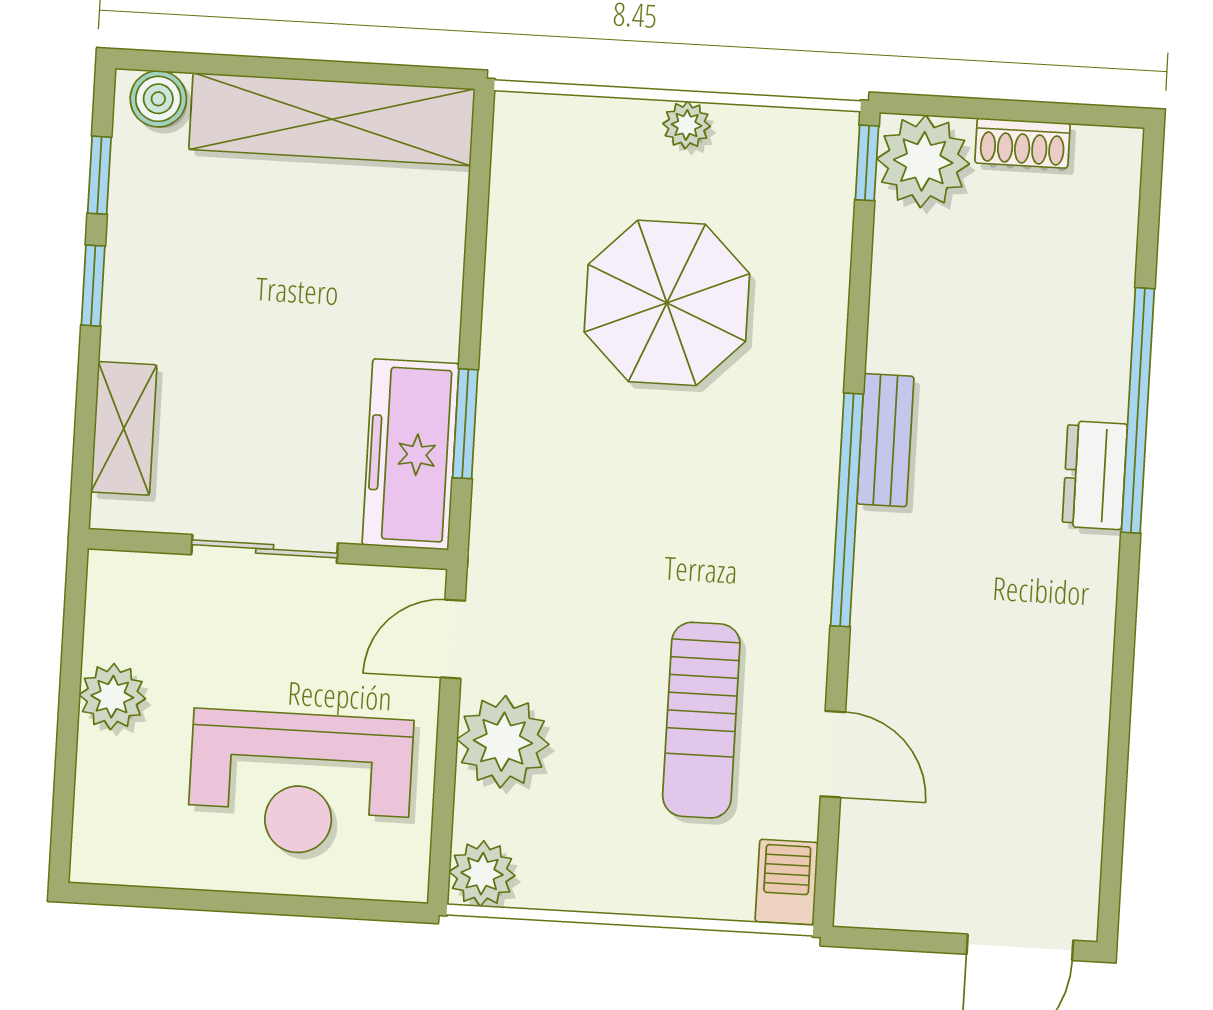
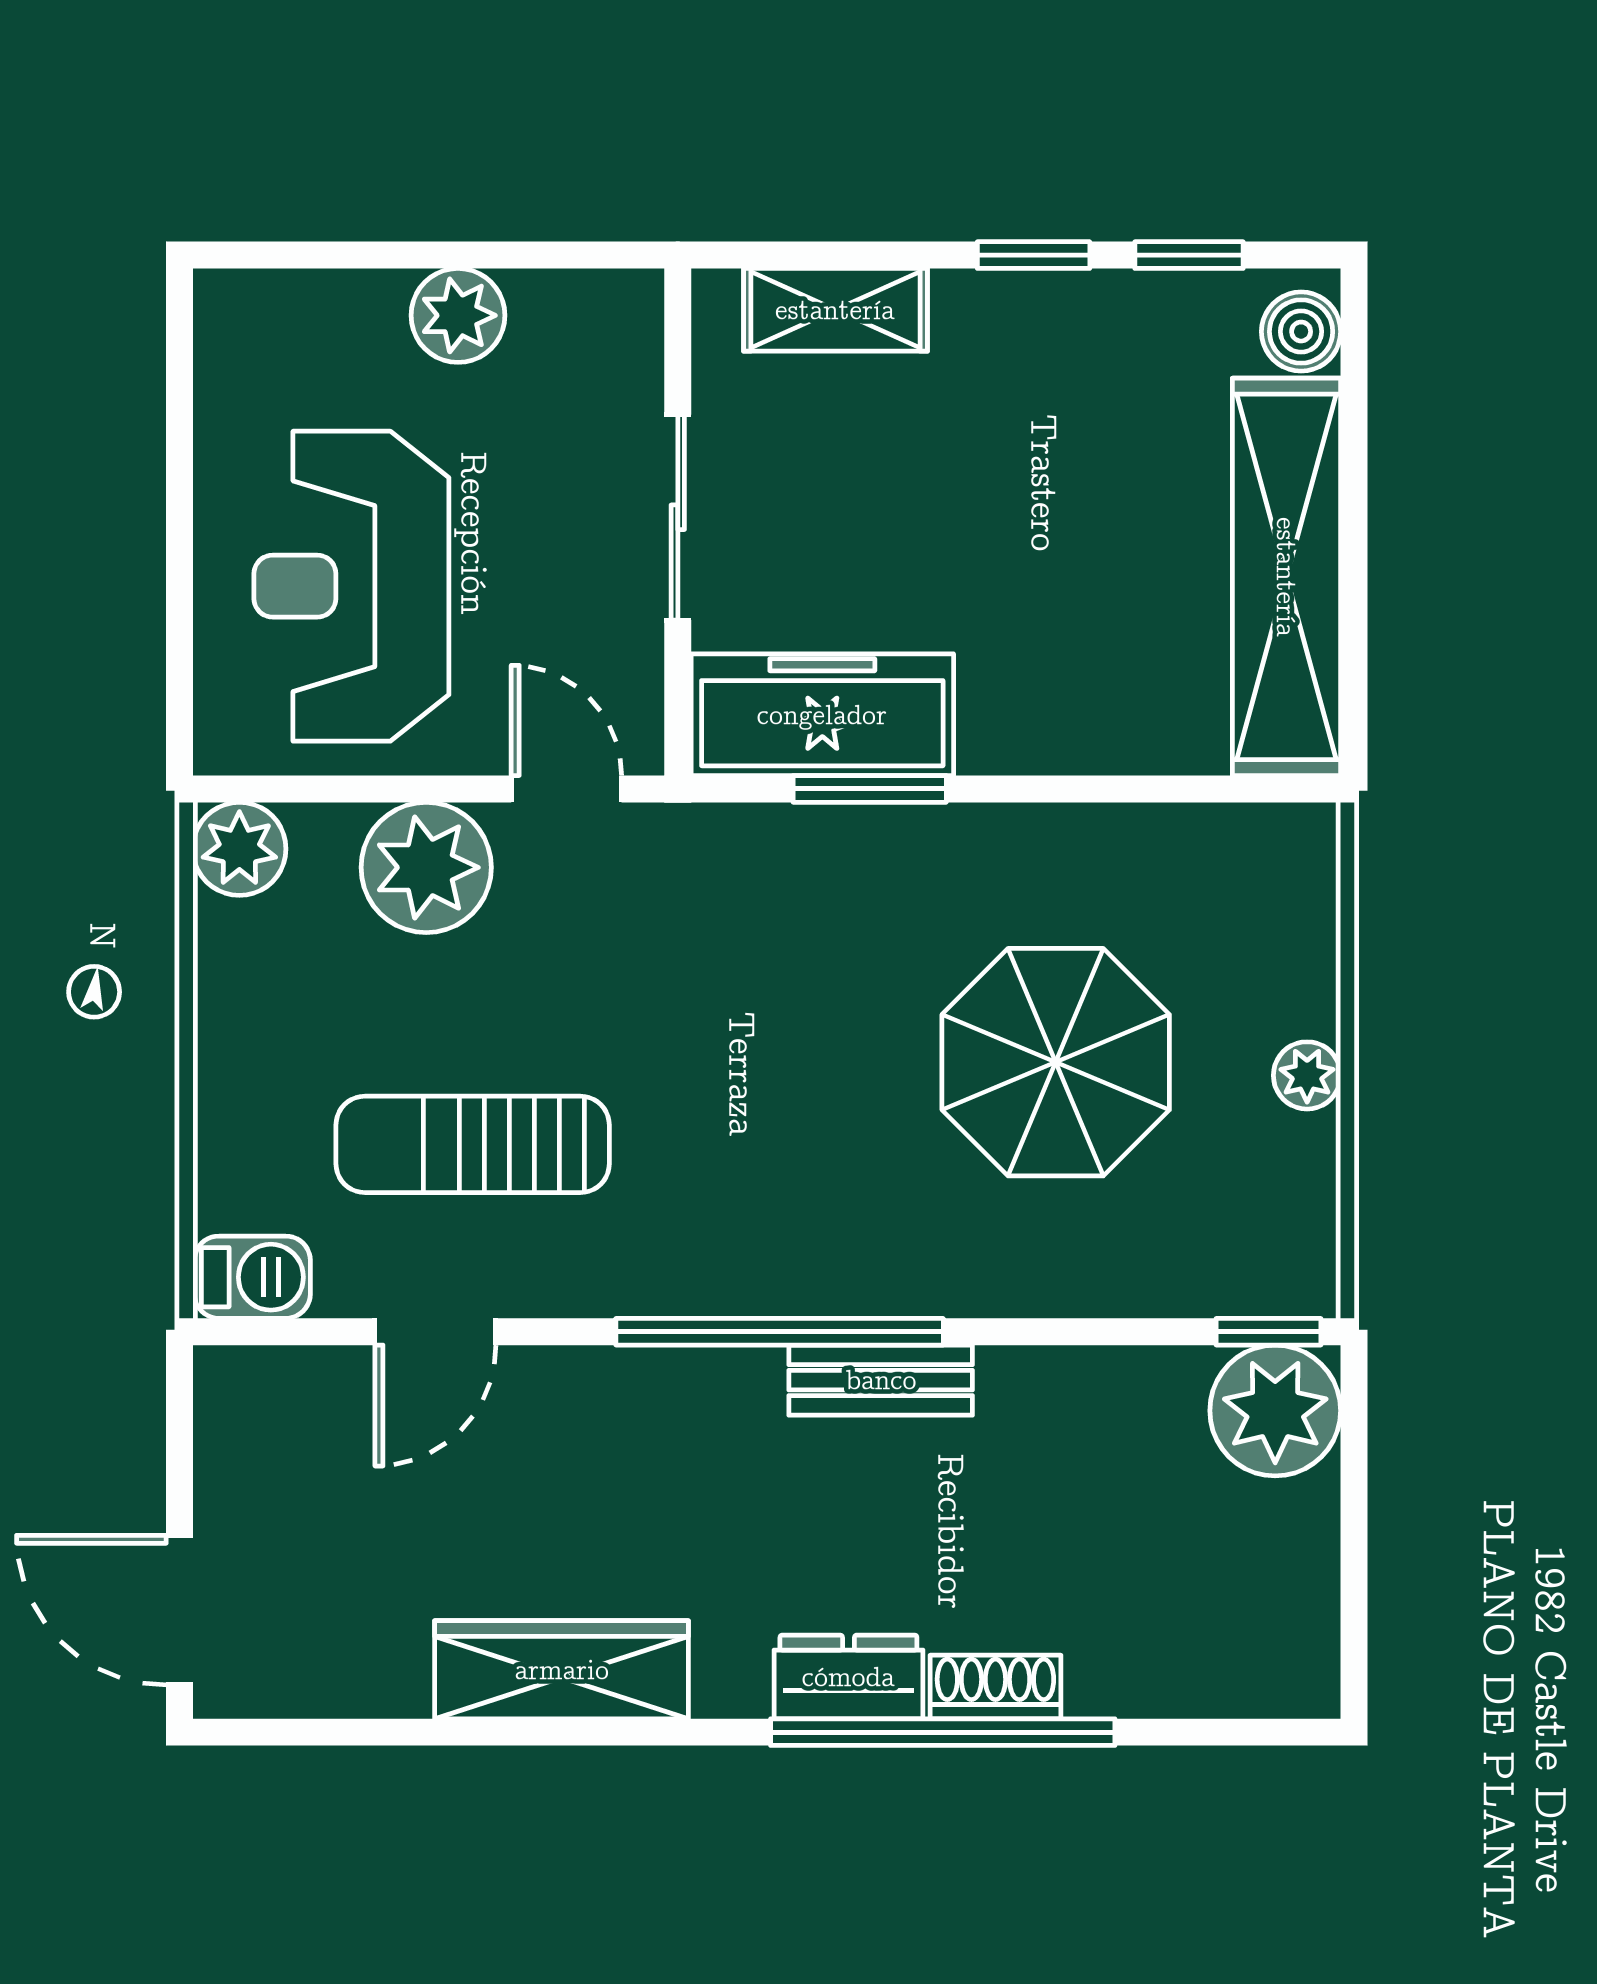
shoe rack: (1022, 143) -> (995, 1687), moved, turned 90
wardrobe: (1078, 679) -> (562, 1670), added

